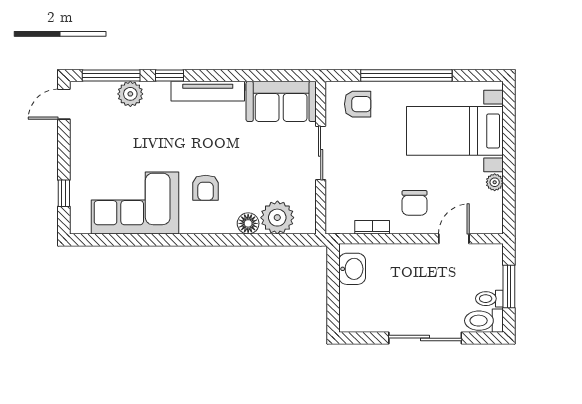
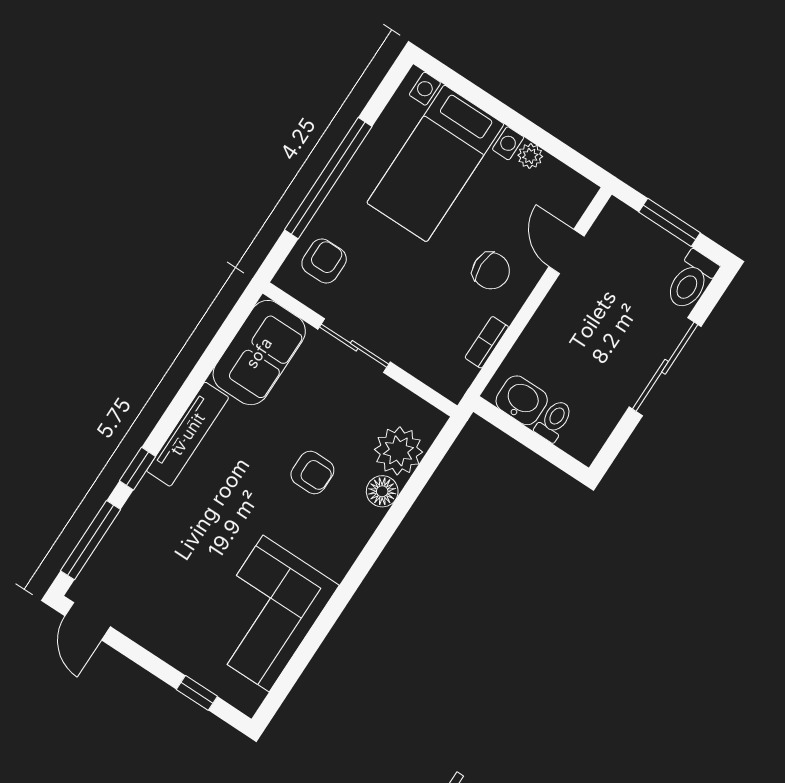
plant: (130, 94) -> (129, 531), removed
armchair: (206, 188) -> (312, 473), moved
toilet: (489, 299) -> (554, 421), moved, turned 180

